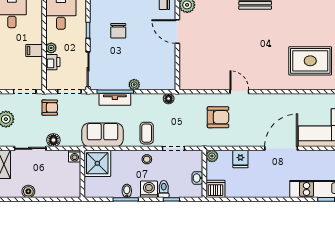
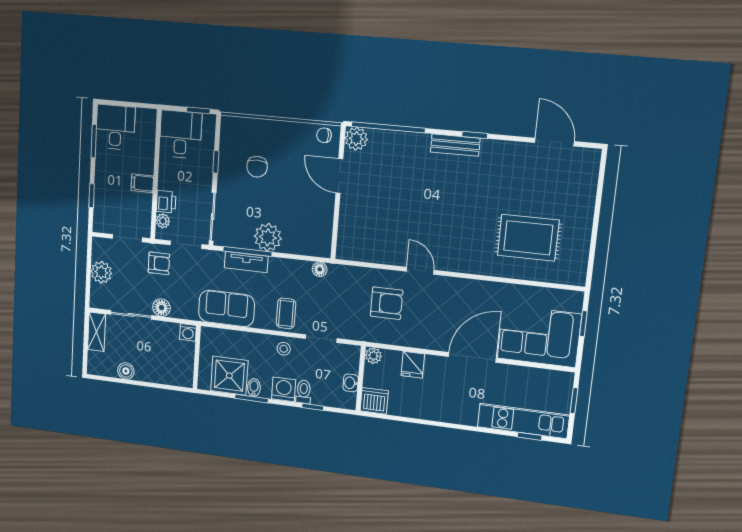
plant: (51, 48) -> (163, 221), moved
plant: (134, 85) -> (268, 237), width x1.88, depth x1.88
shower: (97, 163) -> (229, 376), moved

